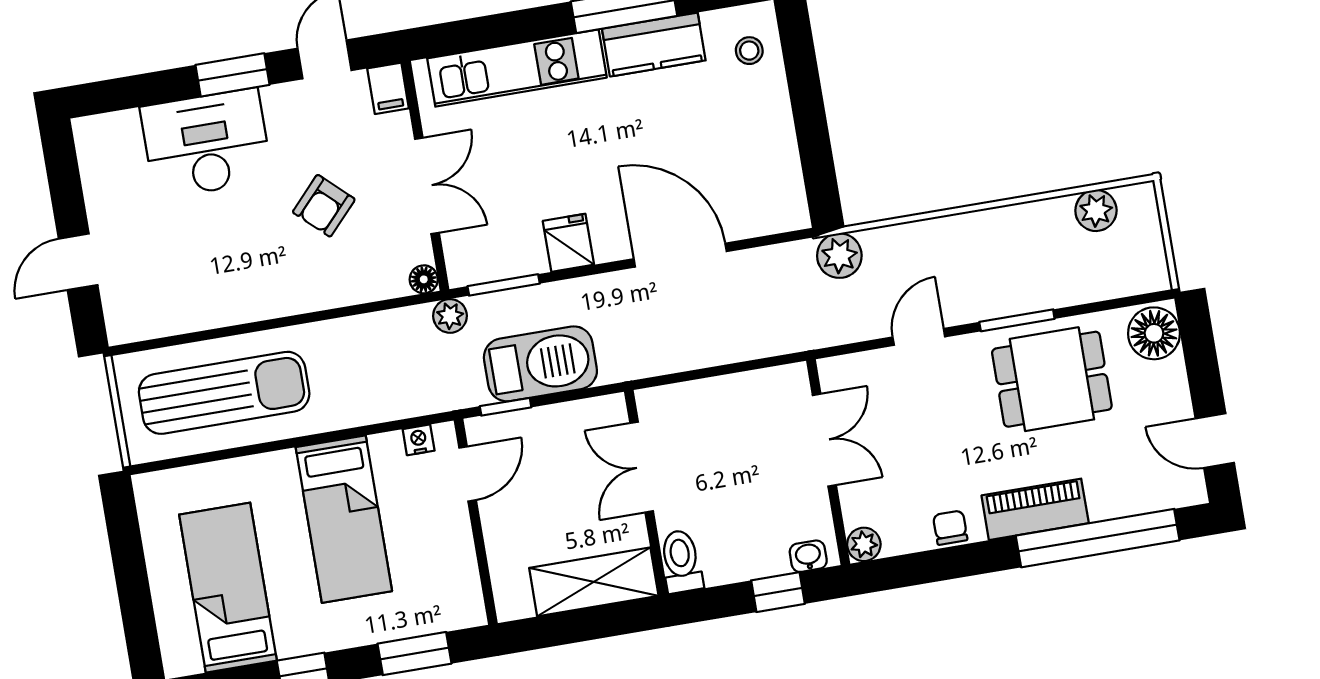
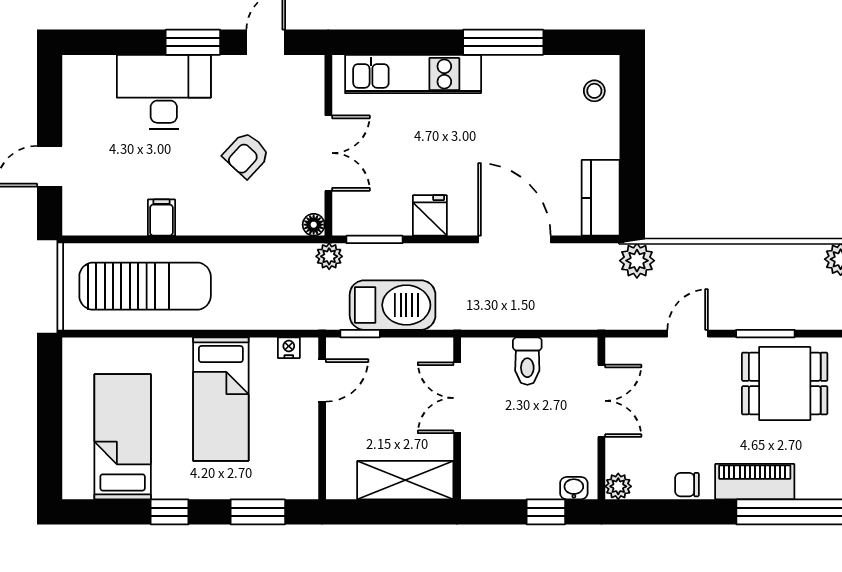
kitchen counter: (654, 45) -> (601, 198), moved, turned 90
filing cabinet: (388, 88) -> (161, 218), moved, turned 180
chair: (950, 528) -> (687, 485), turned -90
toilet: (681, 561) -> (527, 361), moved, turned 180

